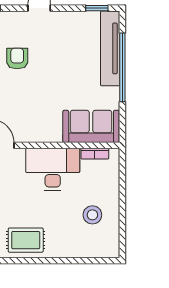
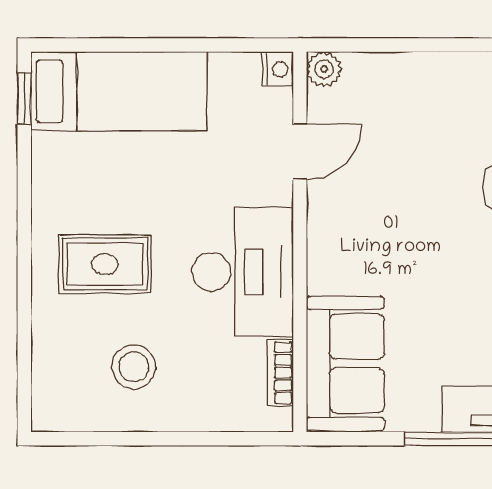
rug: (26, 240) -> (105, 264), moved, turned 90

